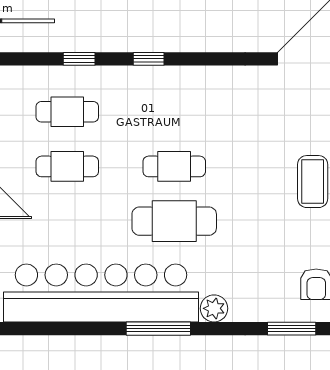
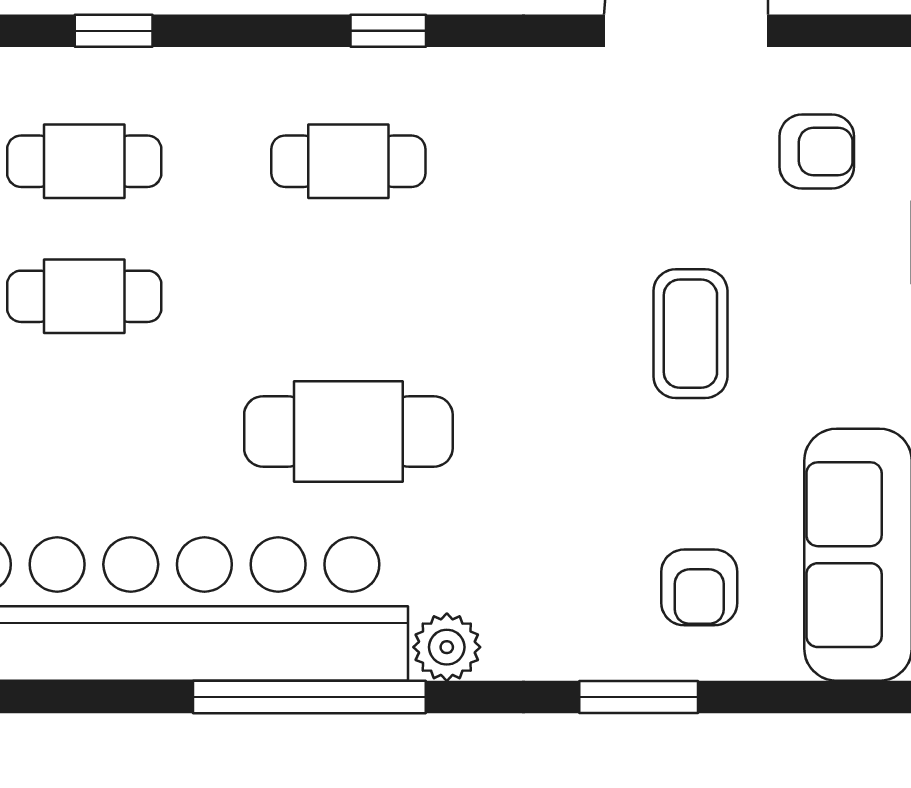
window: (149, 59) -> (388, 31), moved
cafe table: (174, 166) -> (348, 161), moved
window: (158, 329) -> (309, 697), width x1.46

